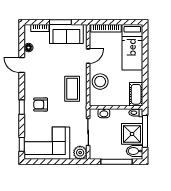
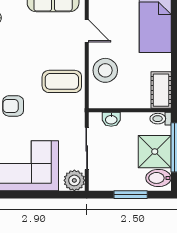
door: (88, 56) -> (87, 31), hinge flipped
coffee table: (72, 89) -> (62, 81), turned 90
window: (116, 162) -> (131, 195), width x0.69

